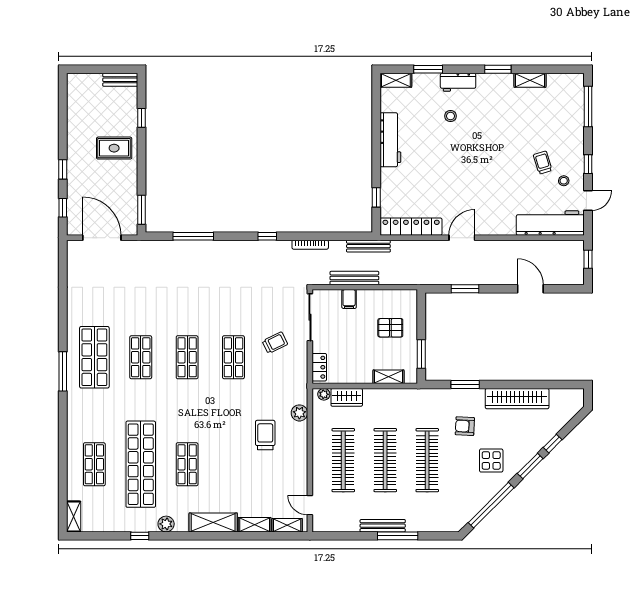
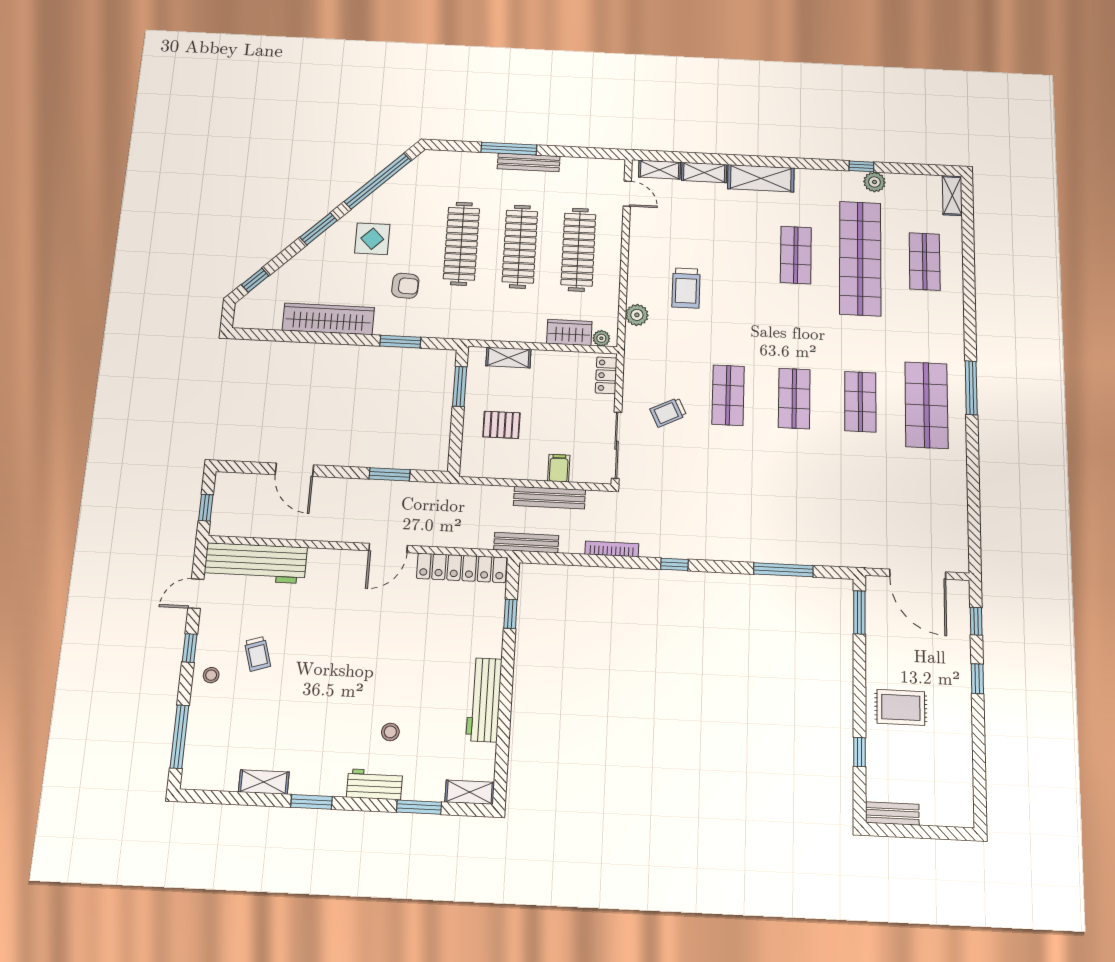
stool: (564, 181) -> (211, 675), moved
window: (553, 444) -> (255, 280), moved
plant: (166, 524) -> (874, 182), moved

